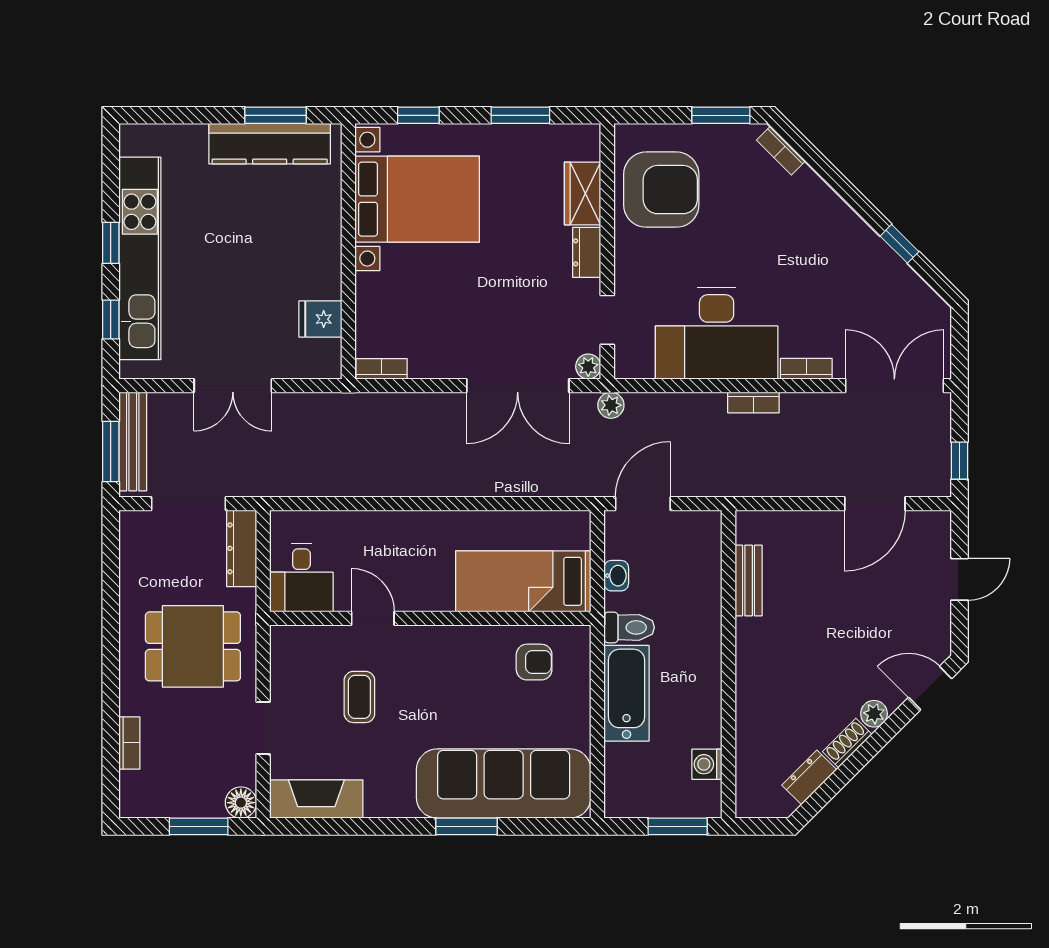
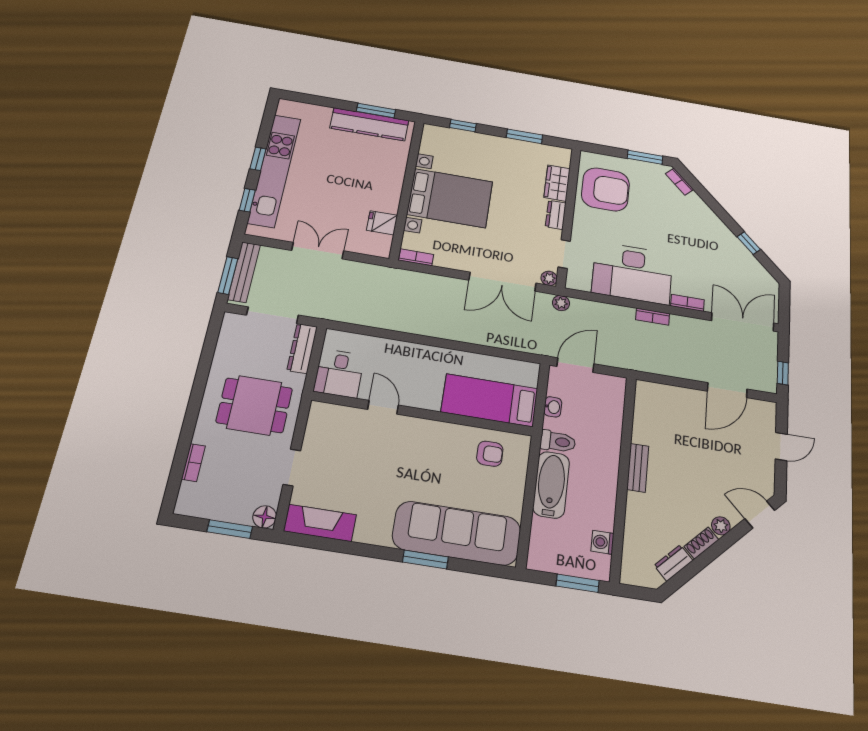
bed with nightstands: (417, 199) -> (450, 198), moved
double door: (233, 386) -> (318, 251), swing flipped
bench: (749, 581) -> (638, 468), moved
coffee table: (359, 697) -> (364, 457), removed

